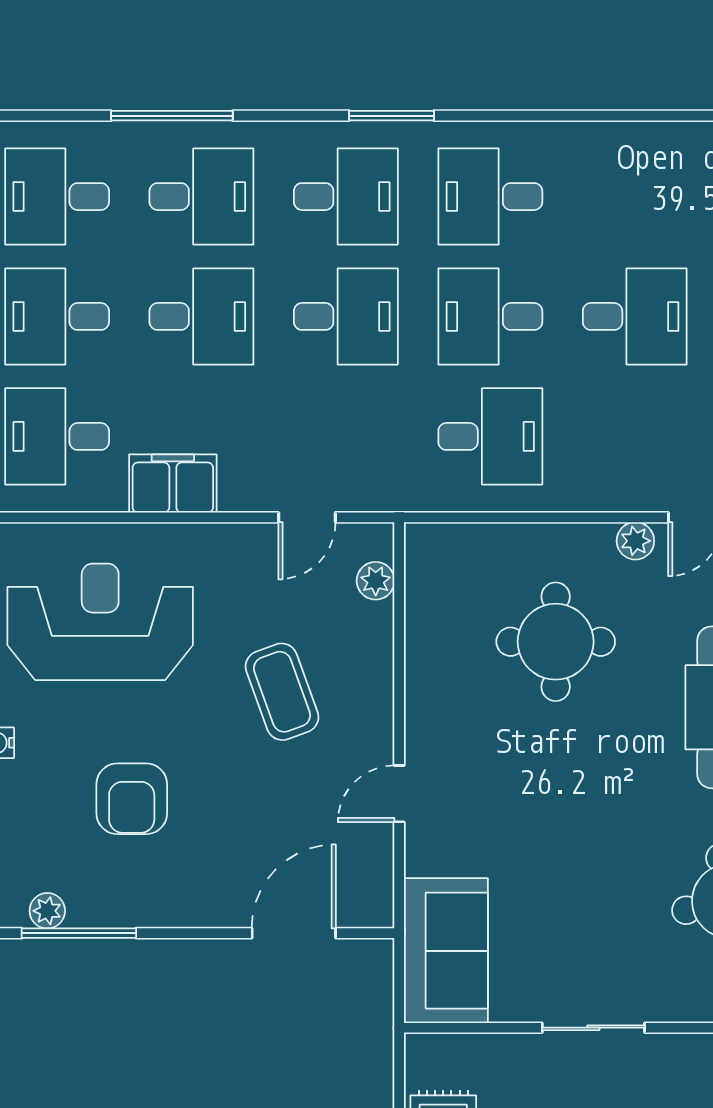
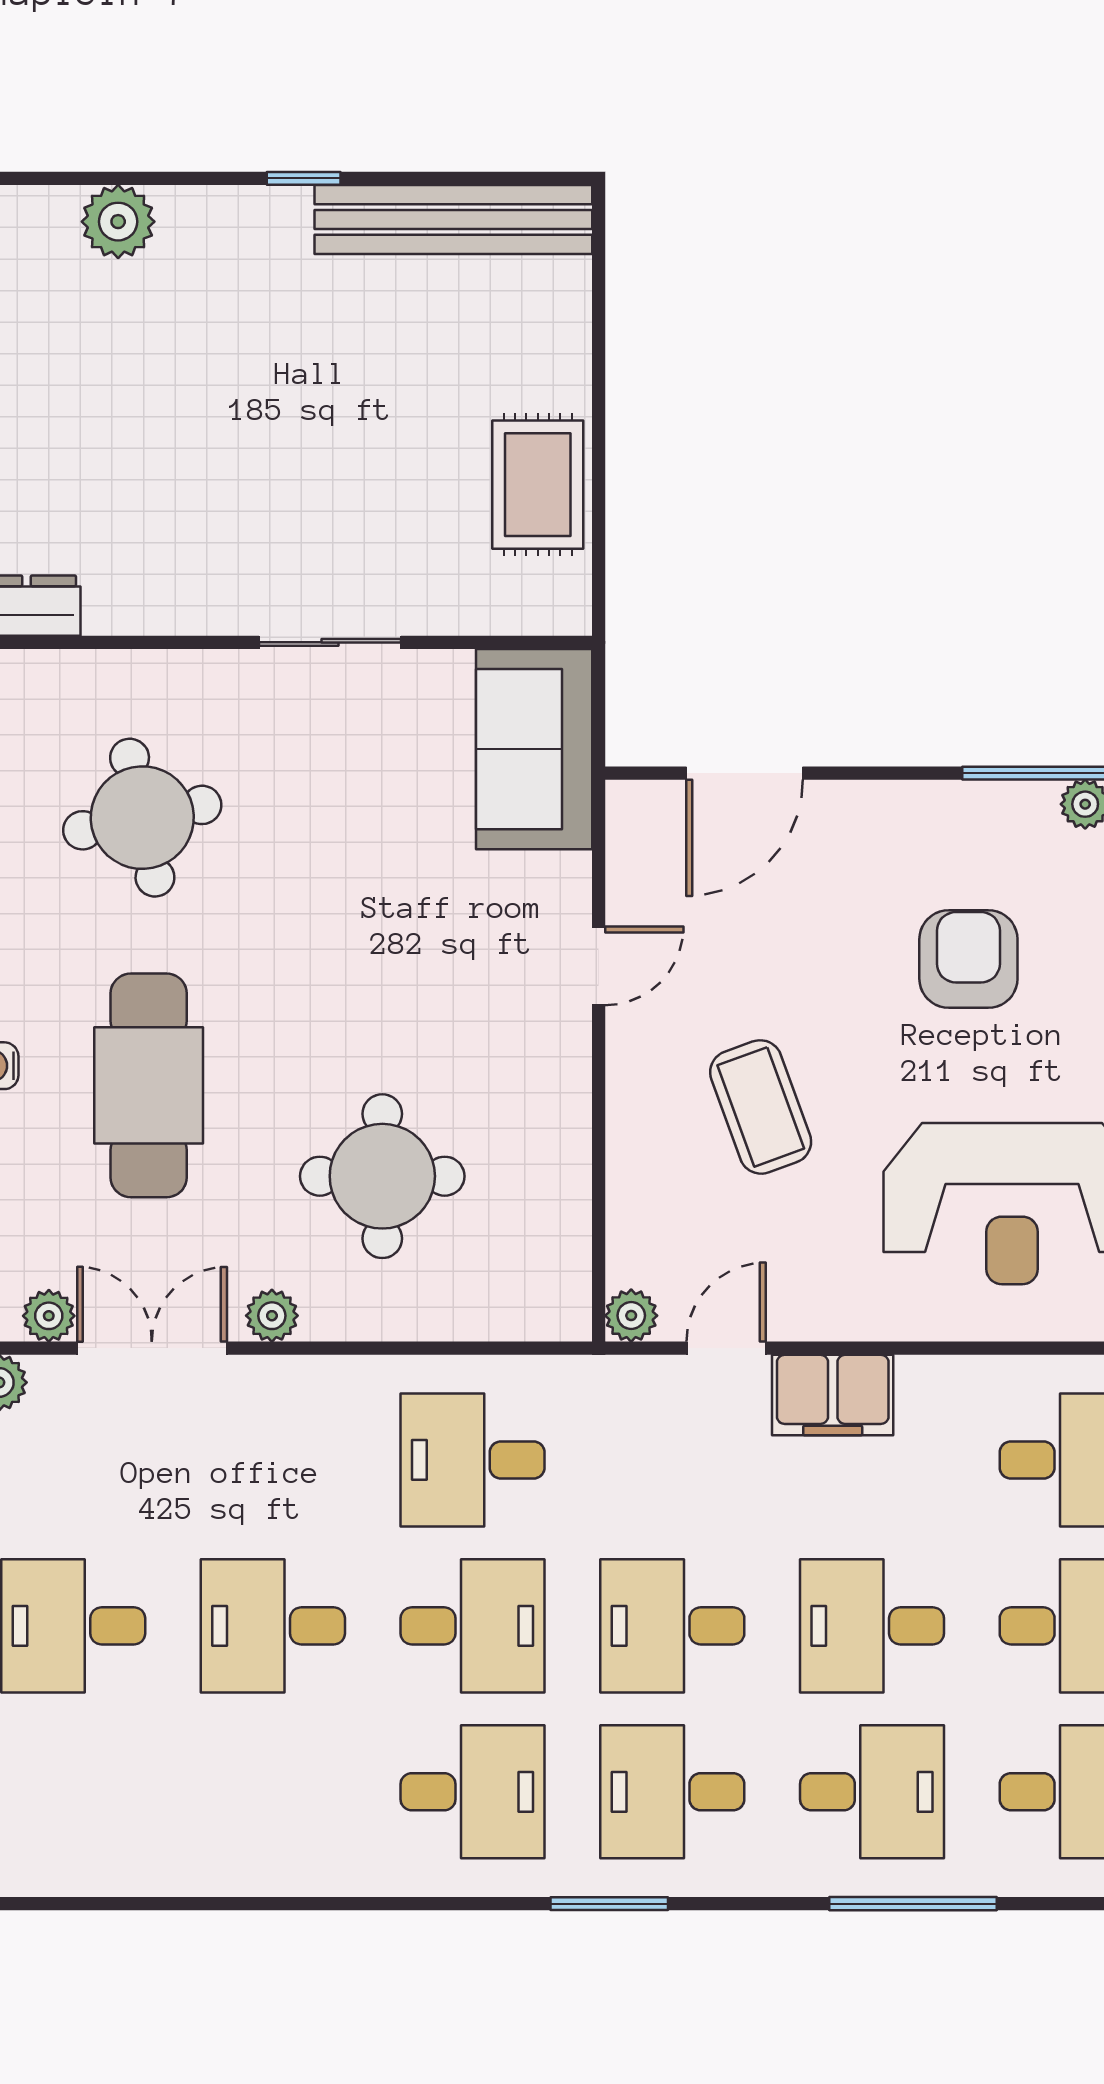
desk: (201, 197) -> (872, 1792), turned 180
filing cabinet: (173, 483) -> (833, 1395), moved
plant: (376, 581) -> (631, 1316), moved

